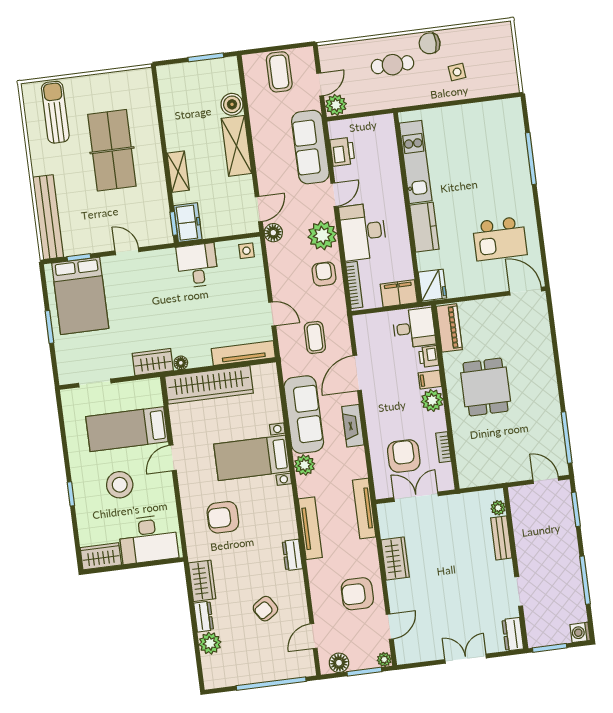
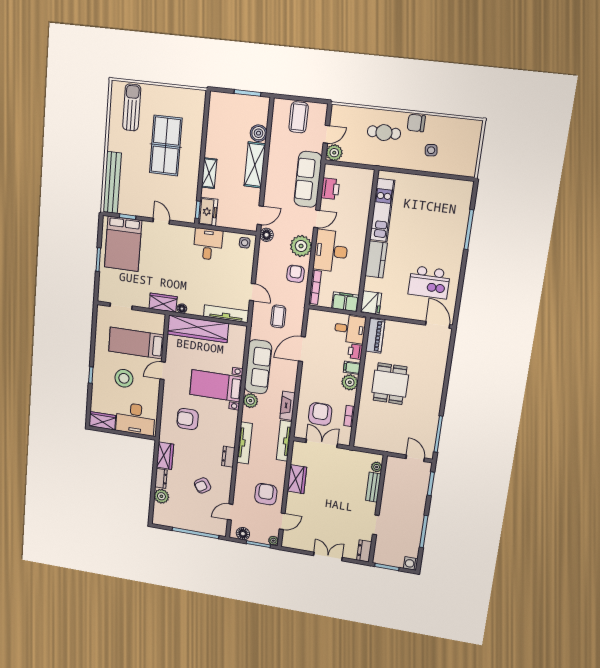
fireplace: (353, 426) -> (288, 406), moved
armchair: (357, 594) -> (266, 494), turned 90

